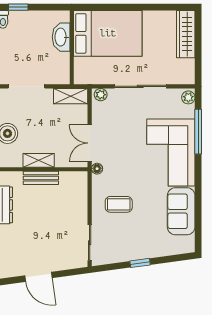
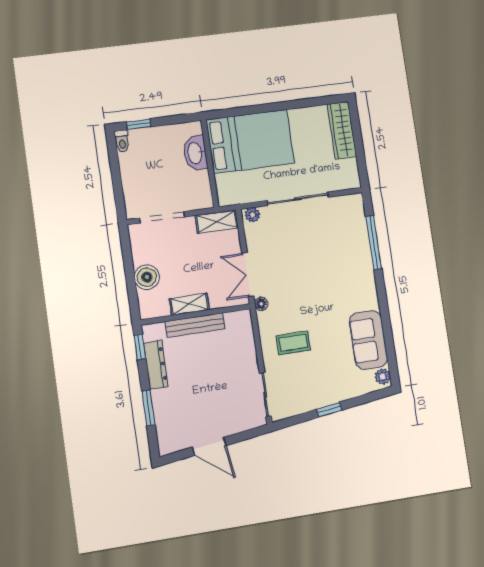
plant: (188, 97) -> (383, 376), moved
corner sofa: (171, 153) -> (346, 272), removed
bench: (41, 178) -> (195, 325), width x1.36

